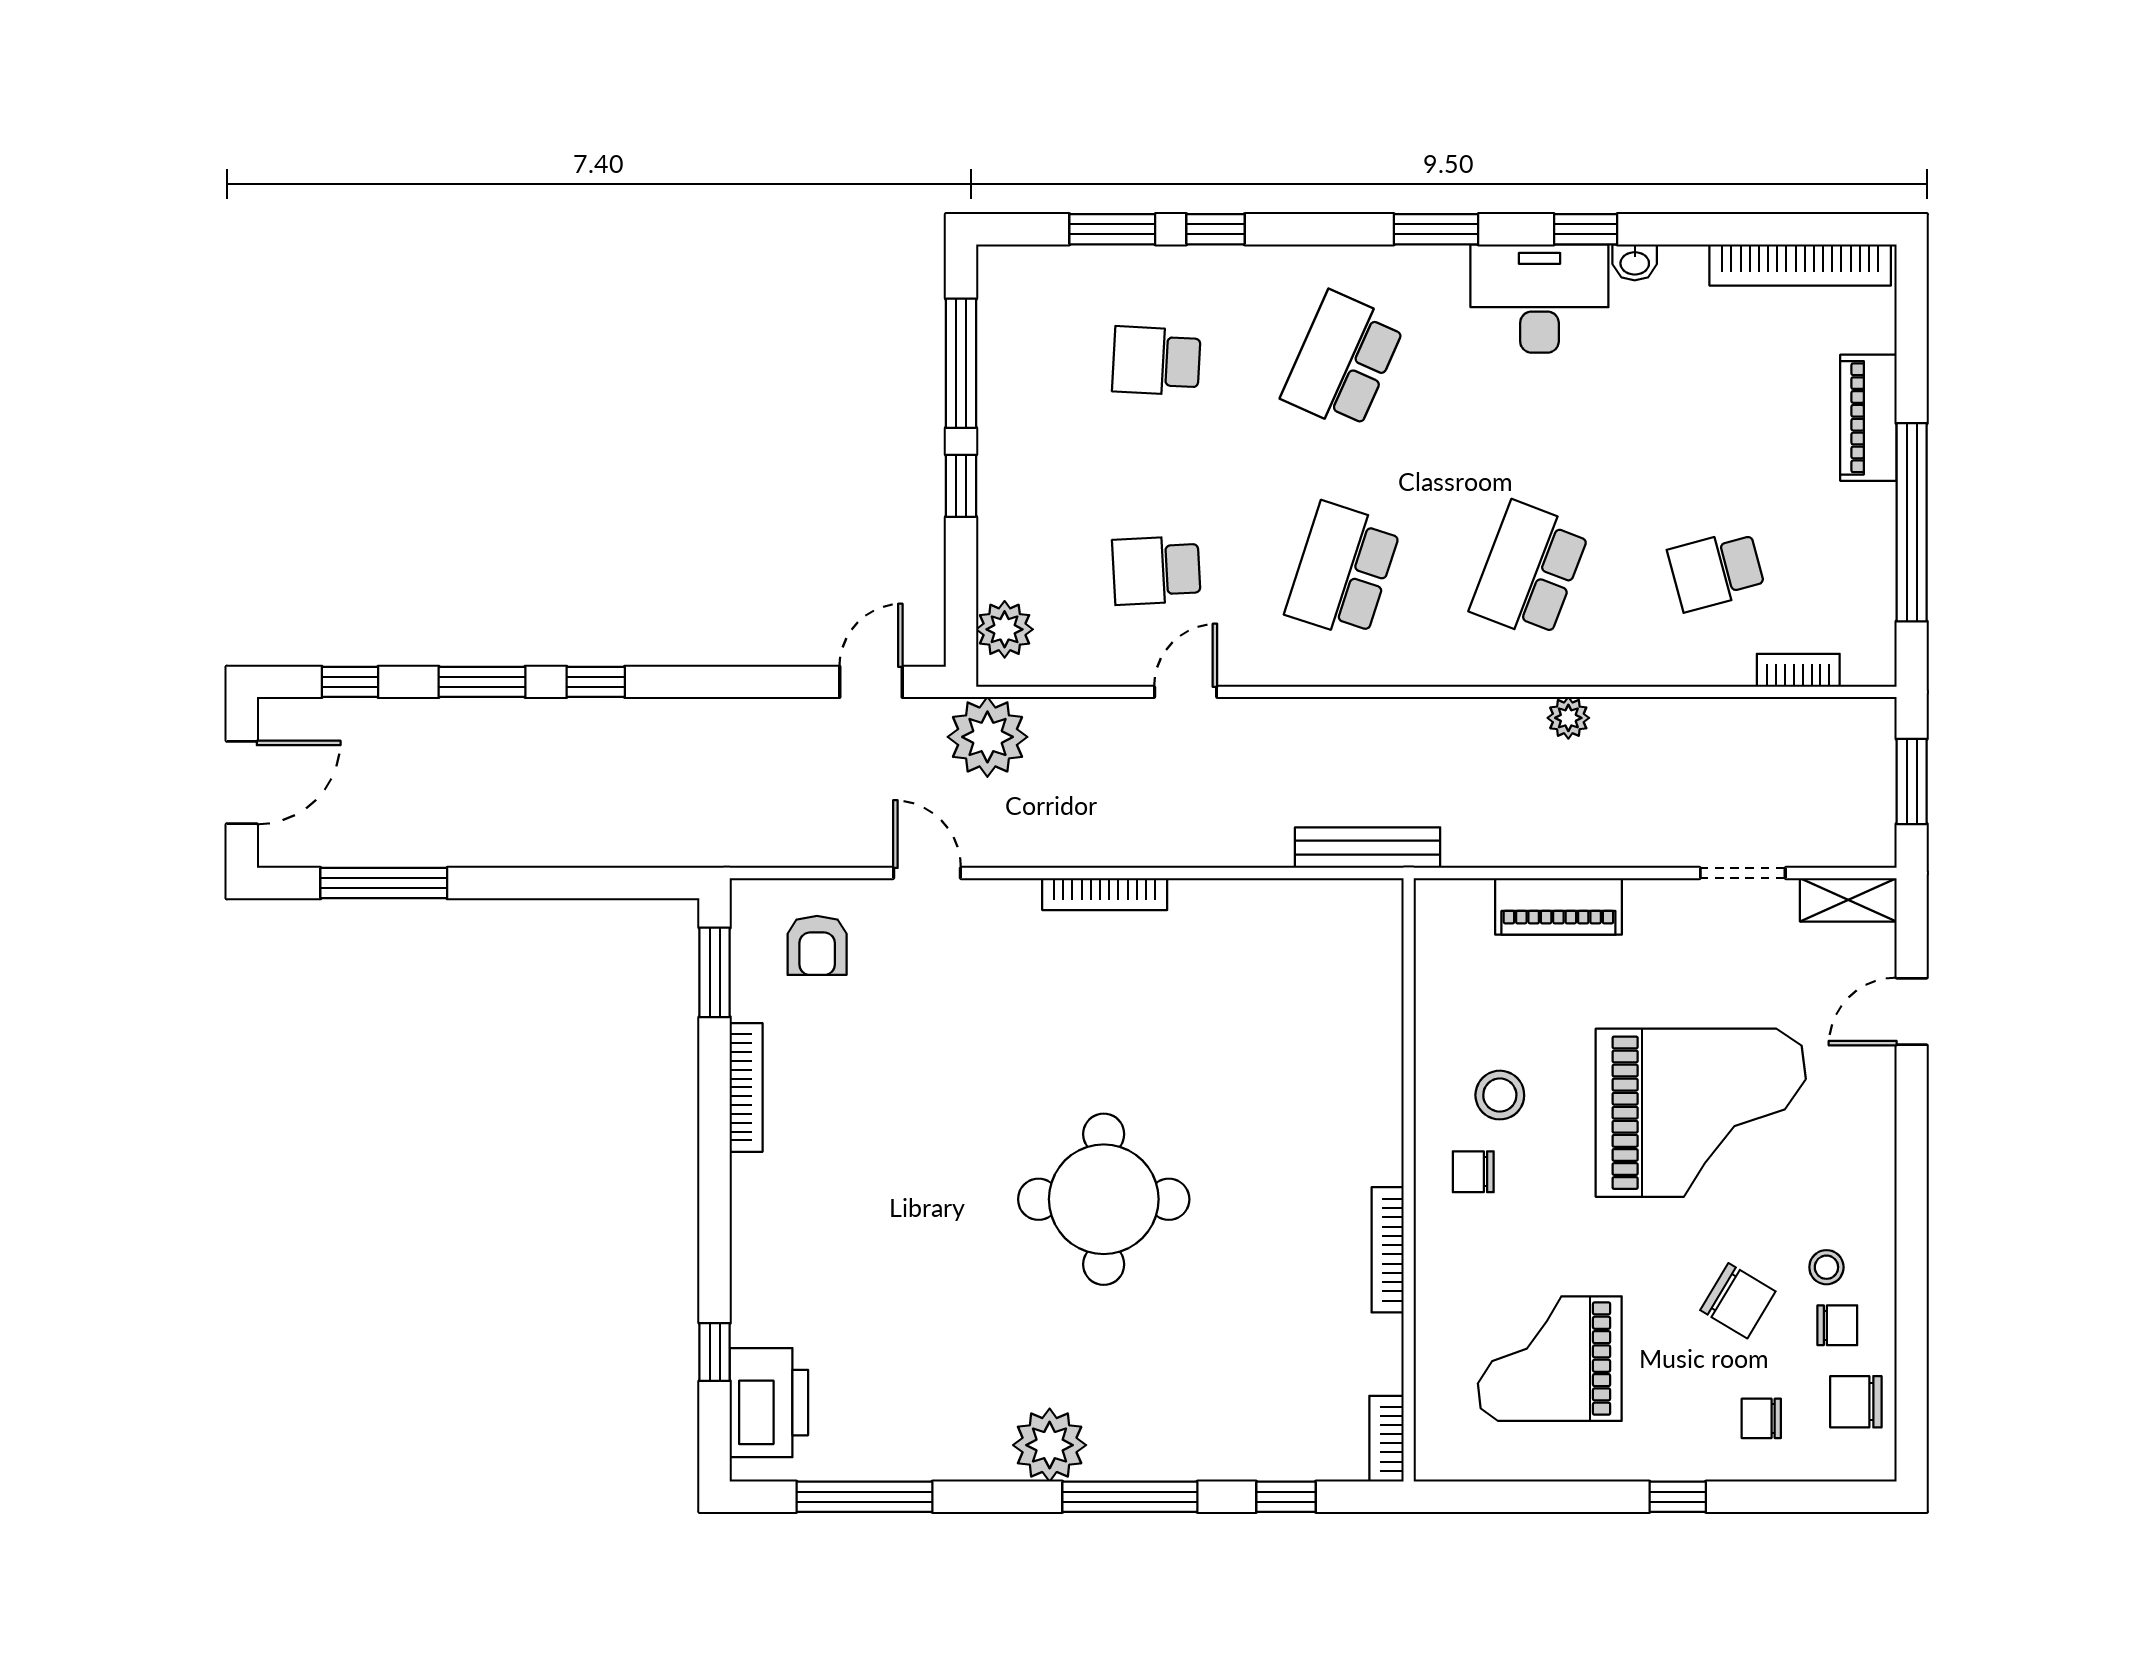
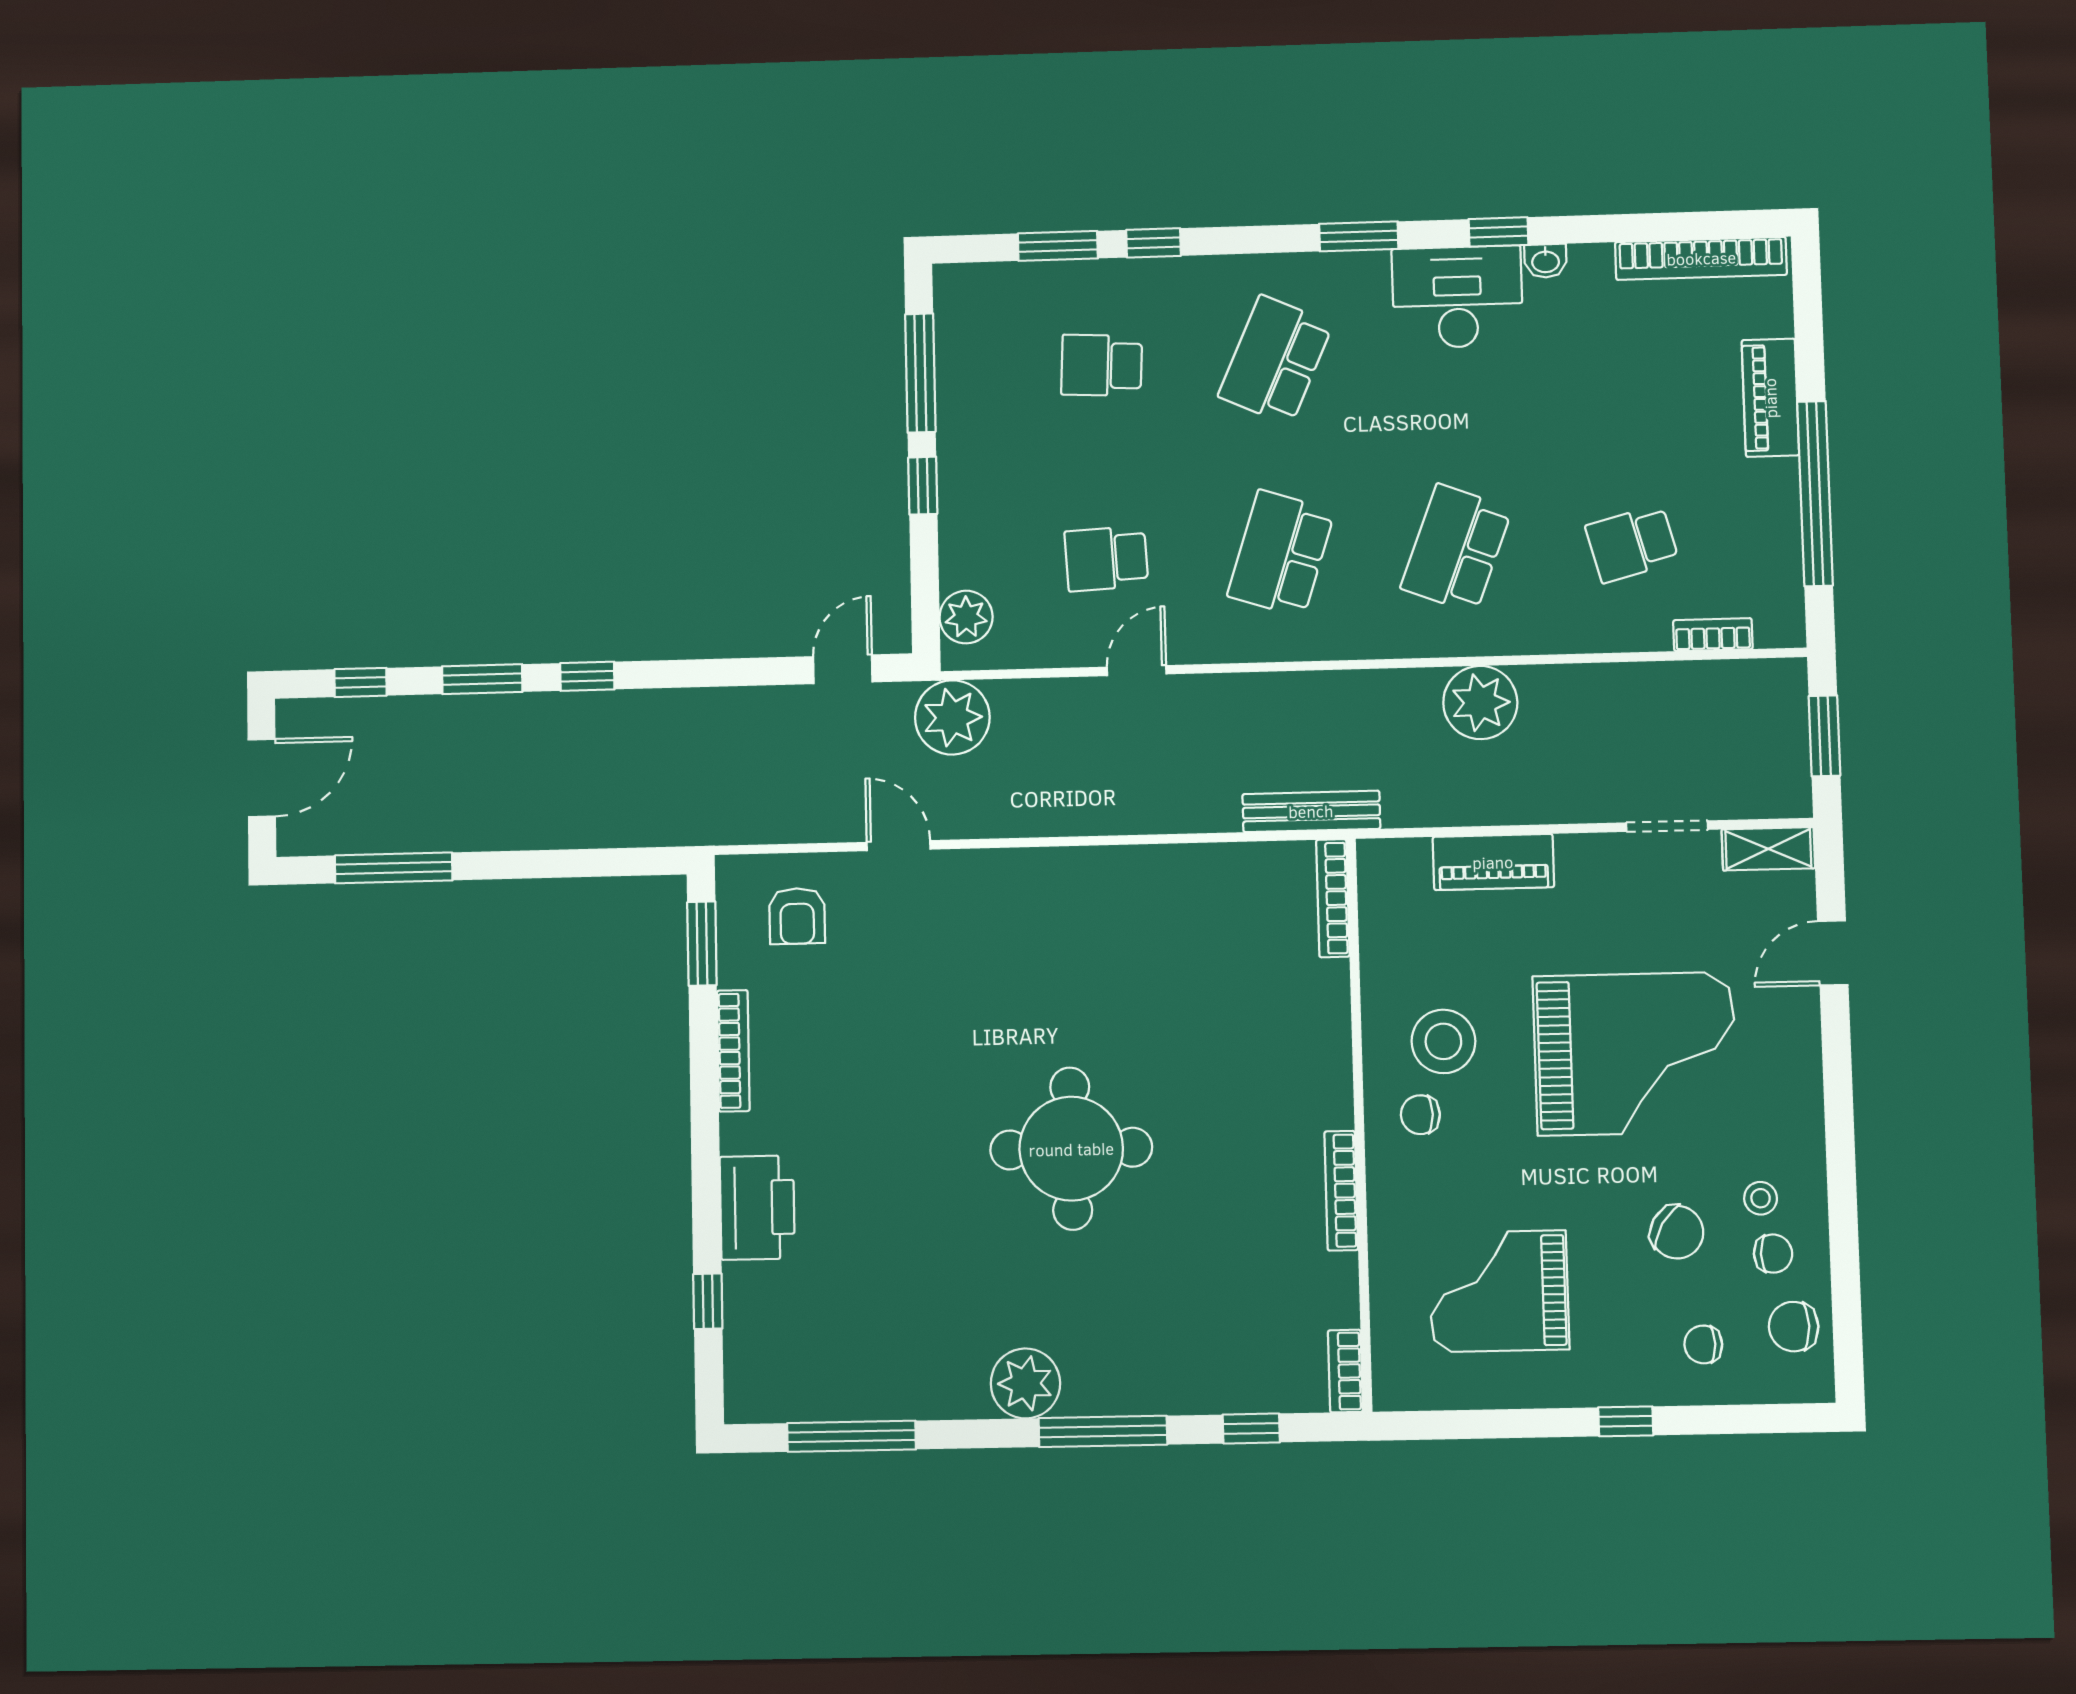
plant: (1568, 718) -> (1480, 703), width x1.87, depth x1.87
bookcase: (1105, 894) -> (1333, 898), moved, turned 90
stool: (1500, 1095) -> (1443, 1041), width x1.38, depth x1.38
printer: (769, 1403) -> (757, 1208), moved

